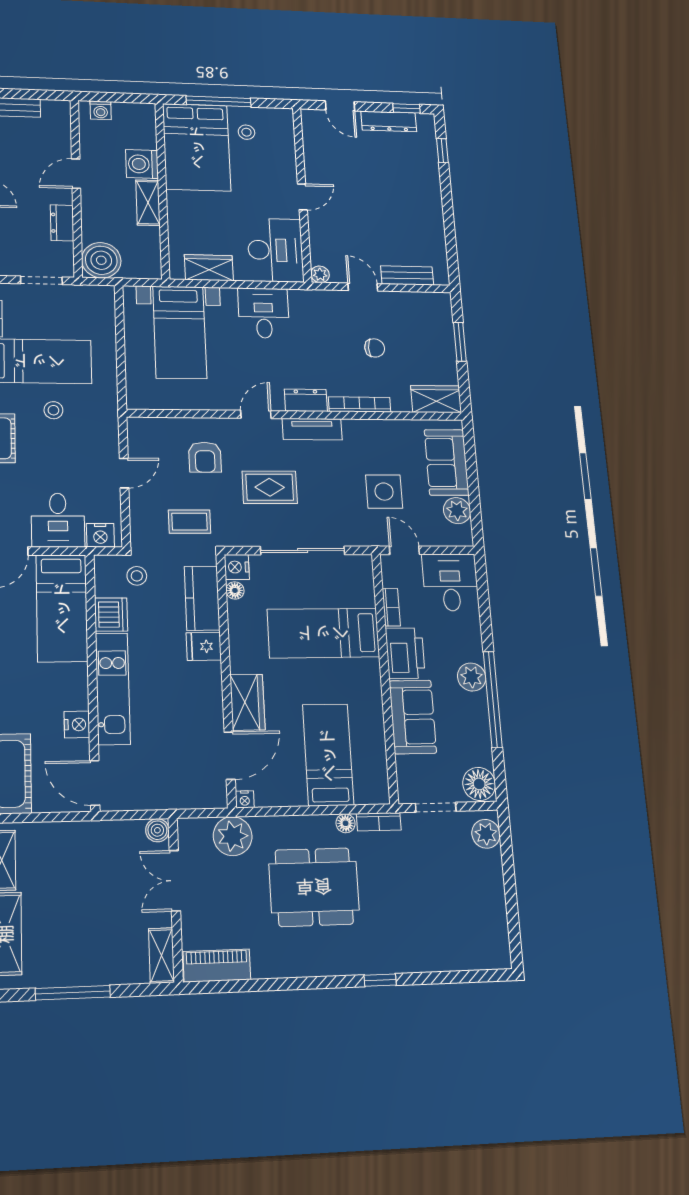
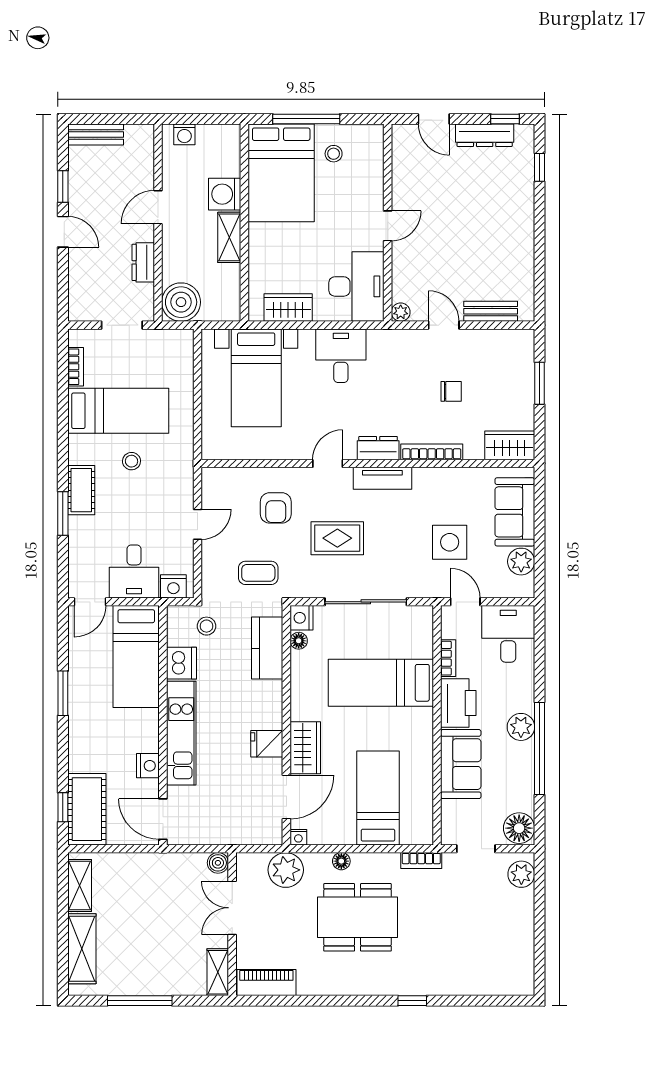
fridge: (204, 646) -> (267, 744), moved
floor lamp: (346, 823) -> (341, 861), moved

